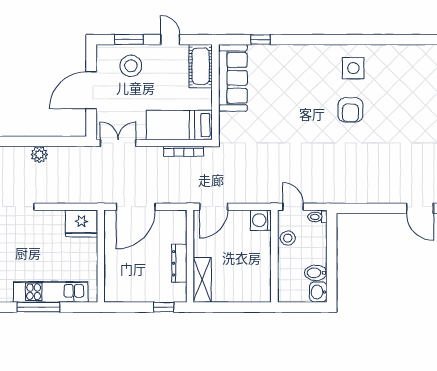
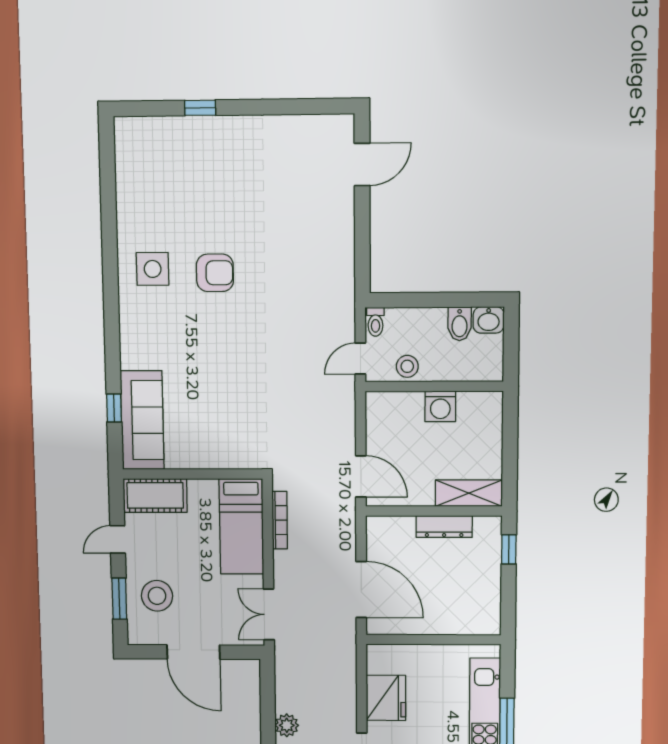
sofa: (233, 78) -> (142, 420), moved, turned 90
washing machine: (261, 220) -> (440, 406), moved
fridge: (82, 224) -> (386, 698), moved

